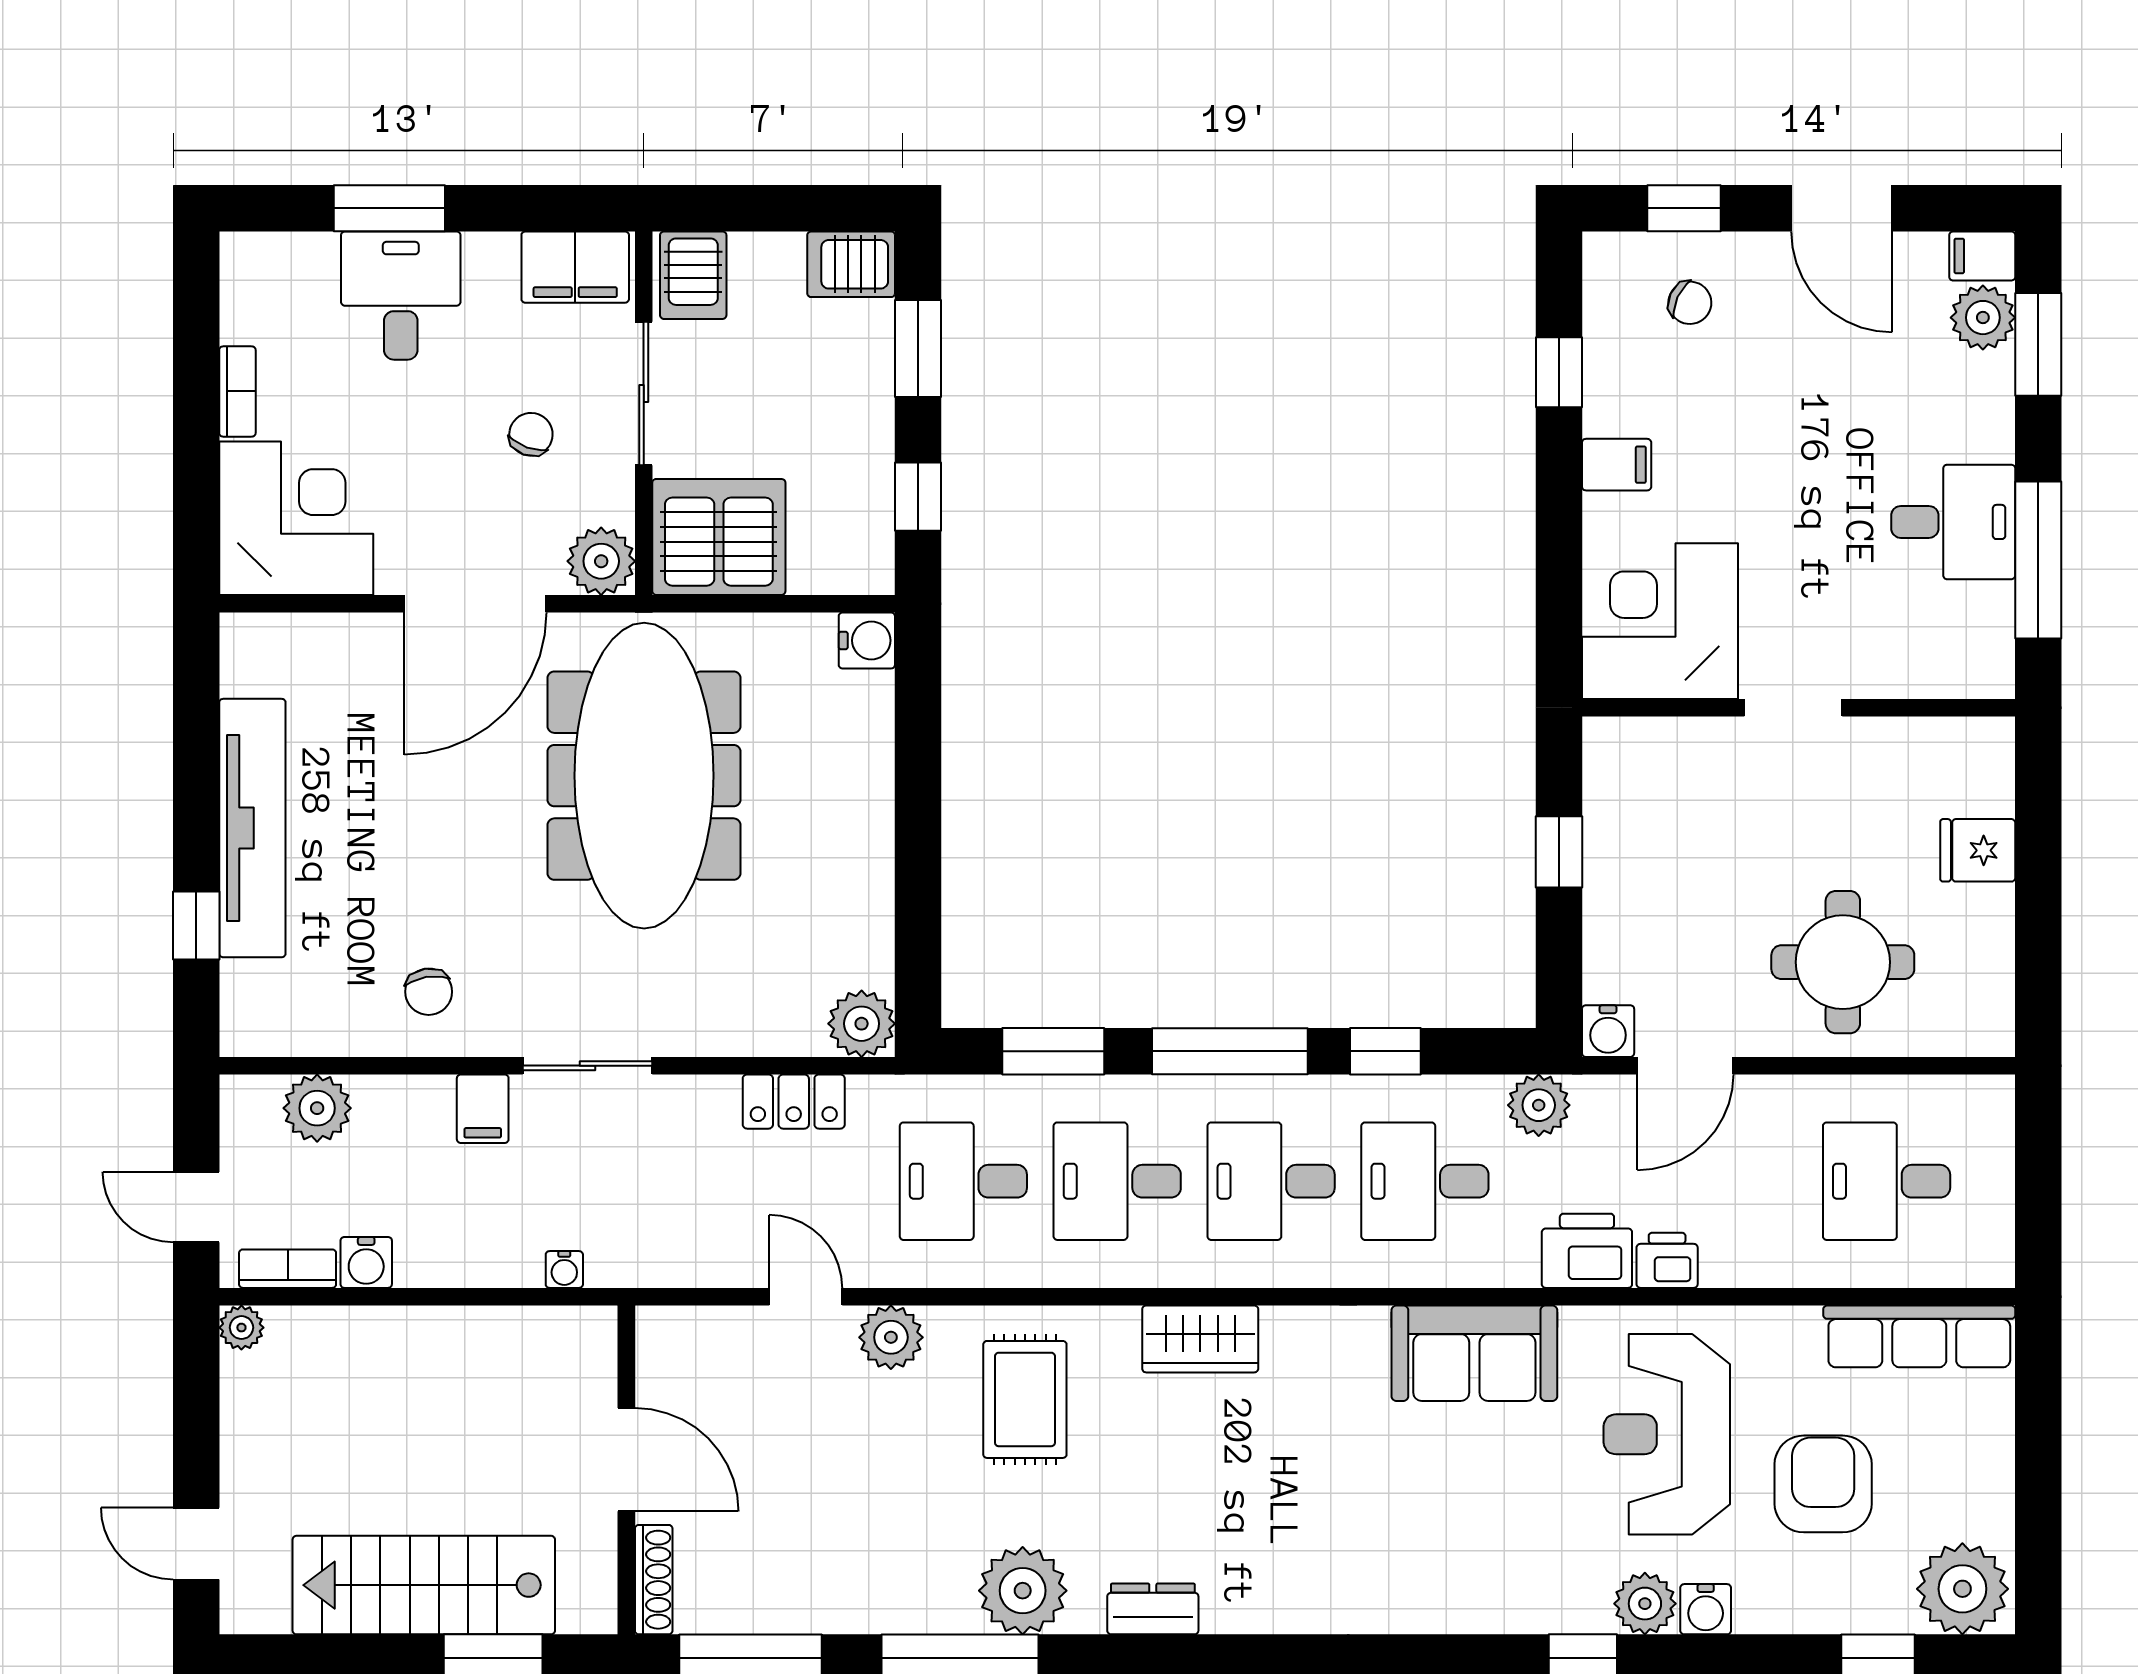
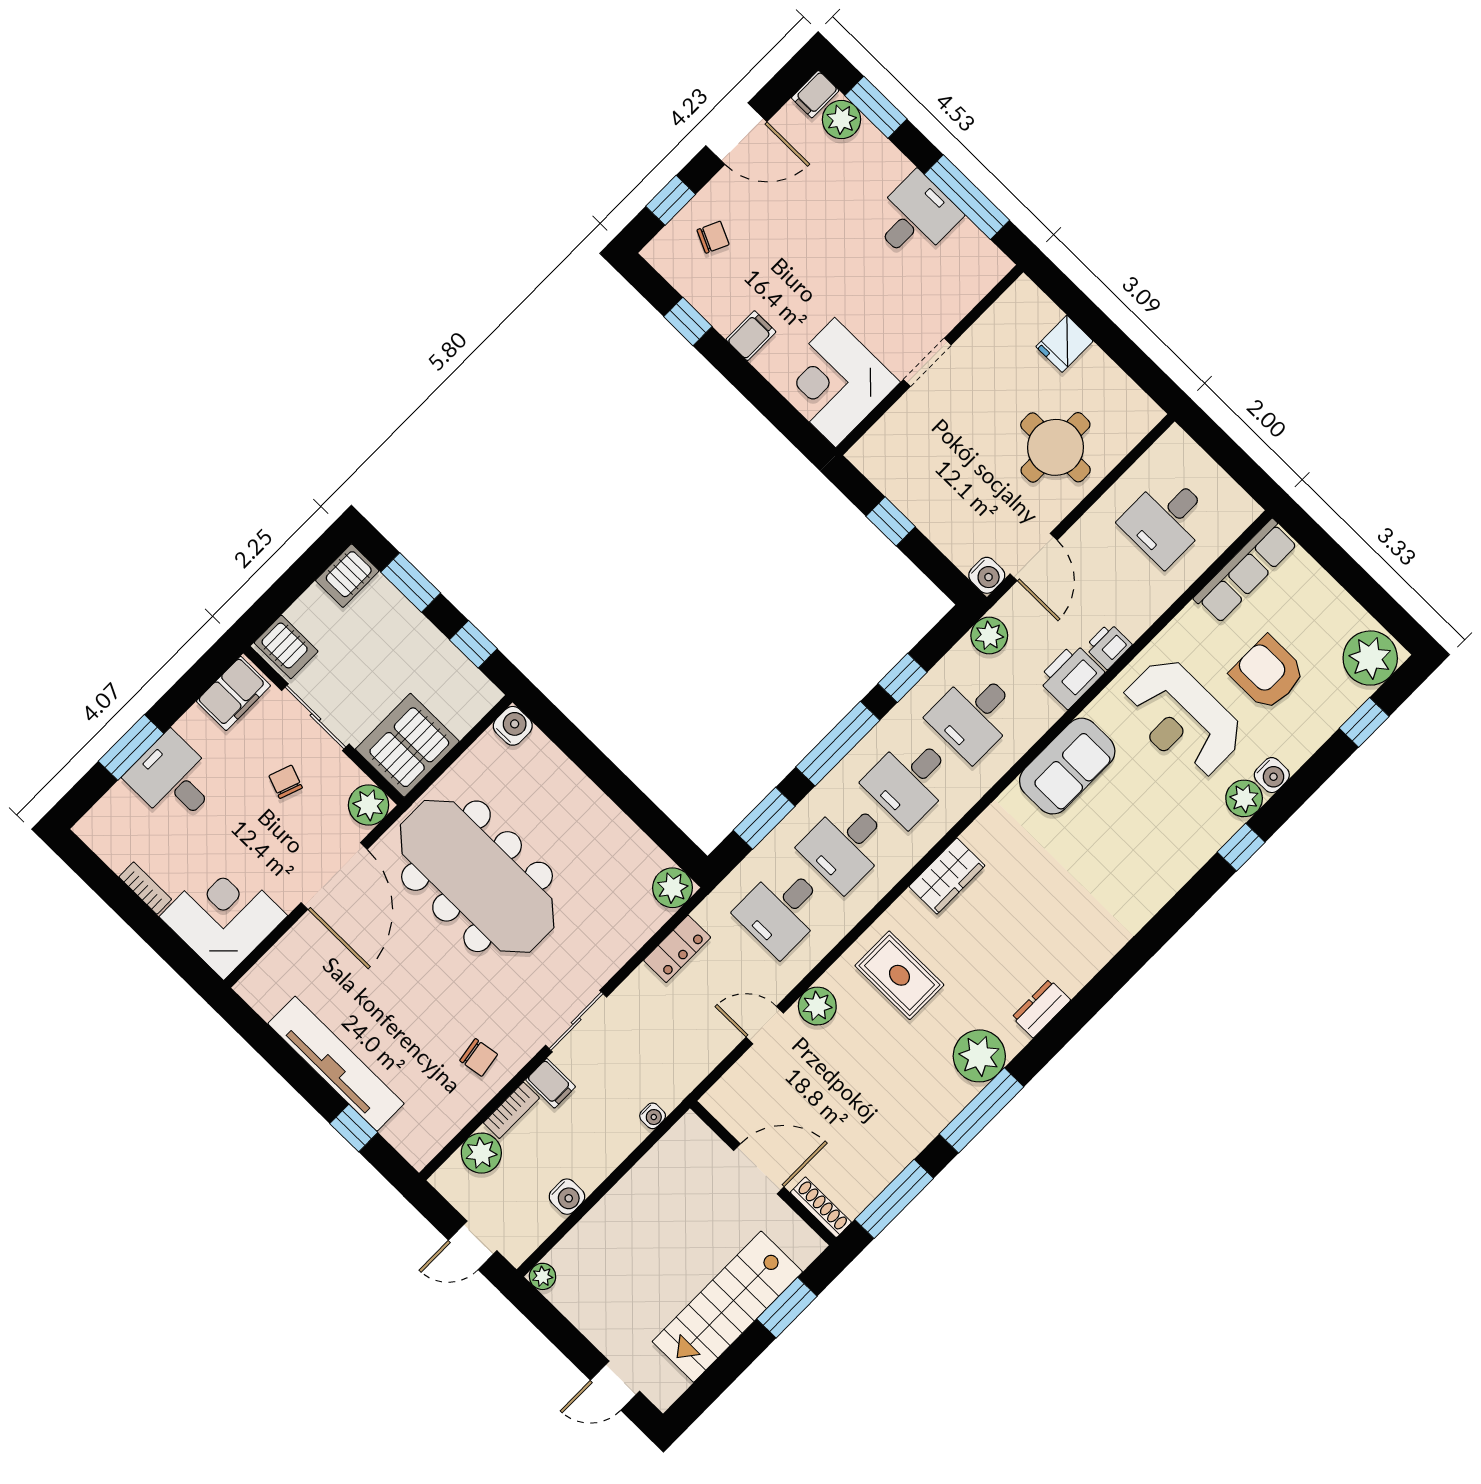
bookcase: (288, 1269) -> (511, 1110), moved, turned 180

